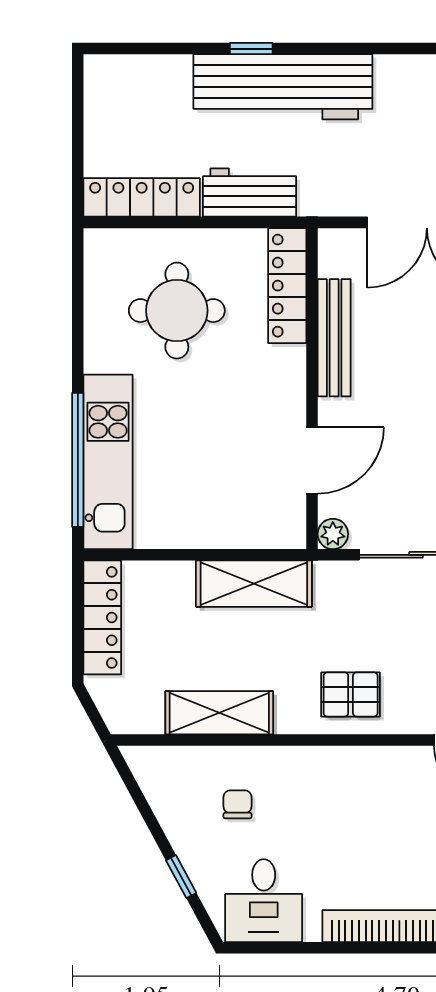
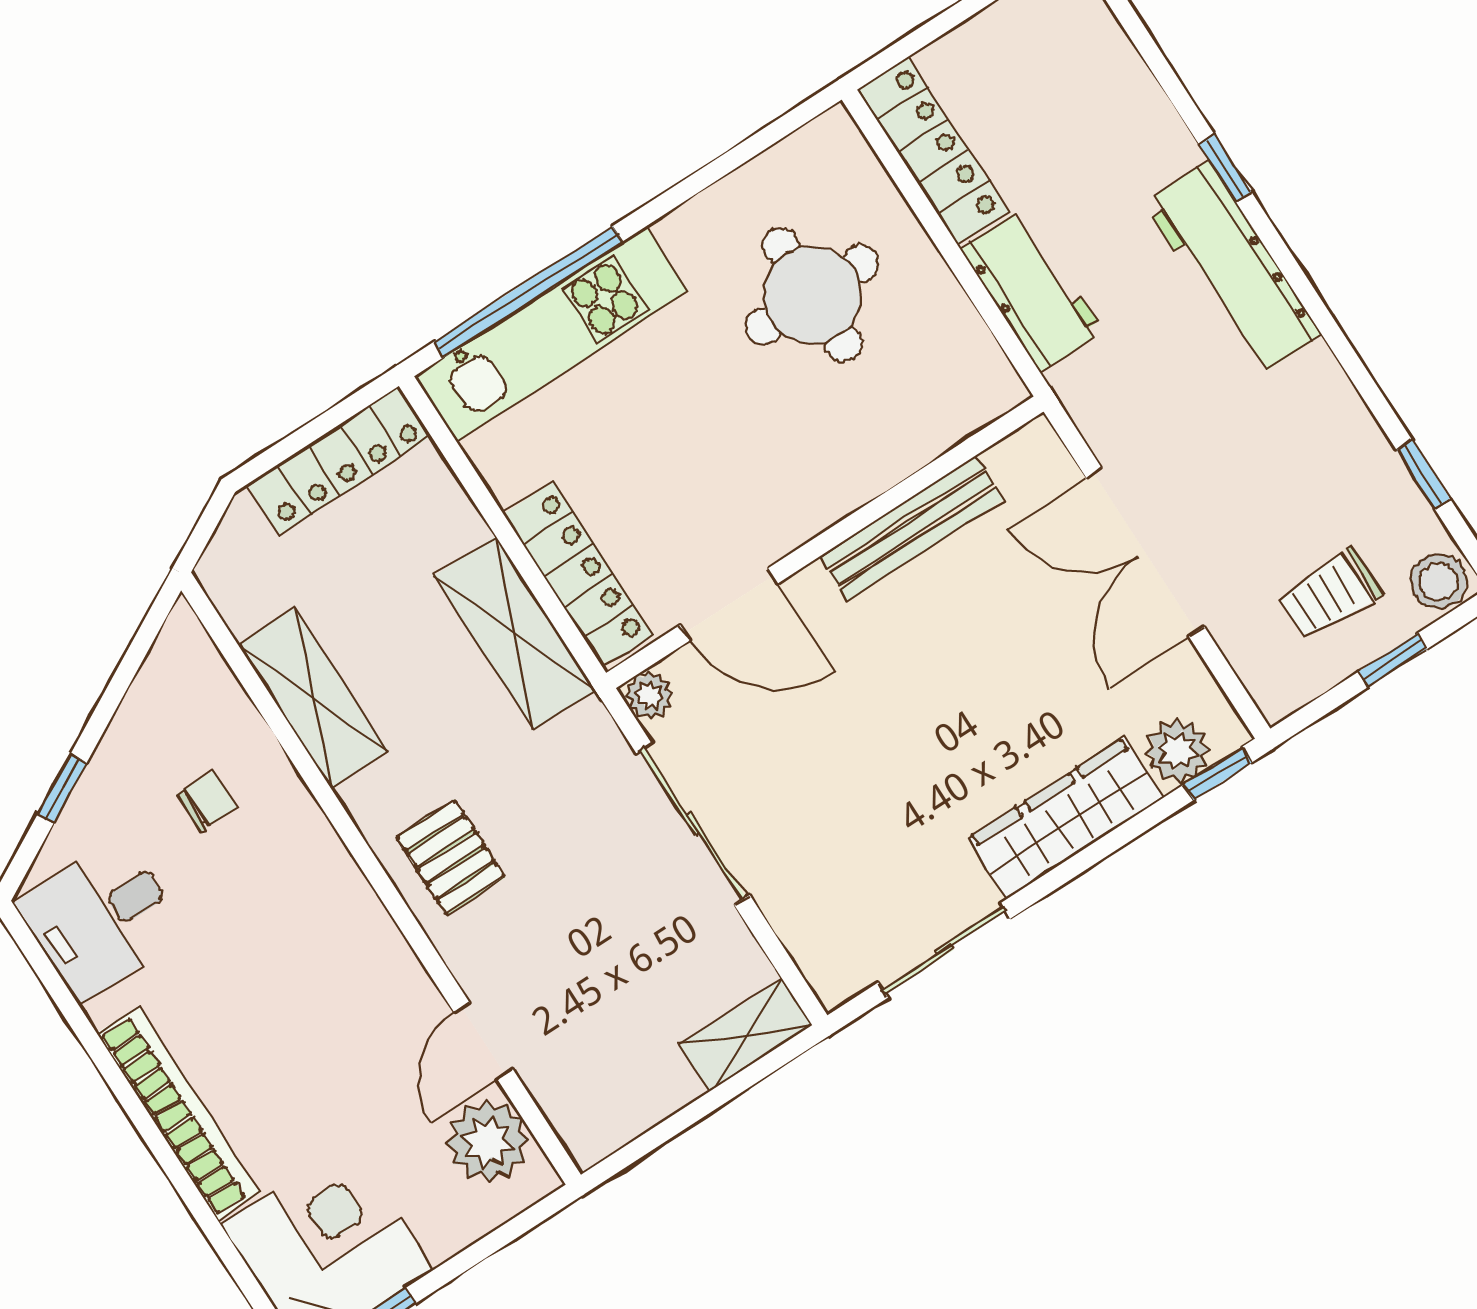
workbench: (283, 87) -> (1233, 268), width x0.73, depth x0.76
locker: (287, 286) -> (578, 575), moved, turned 90

